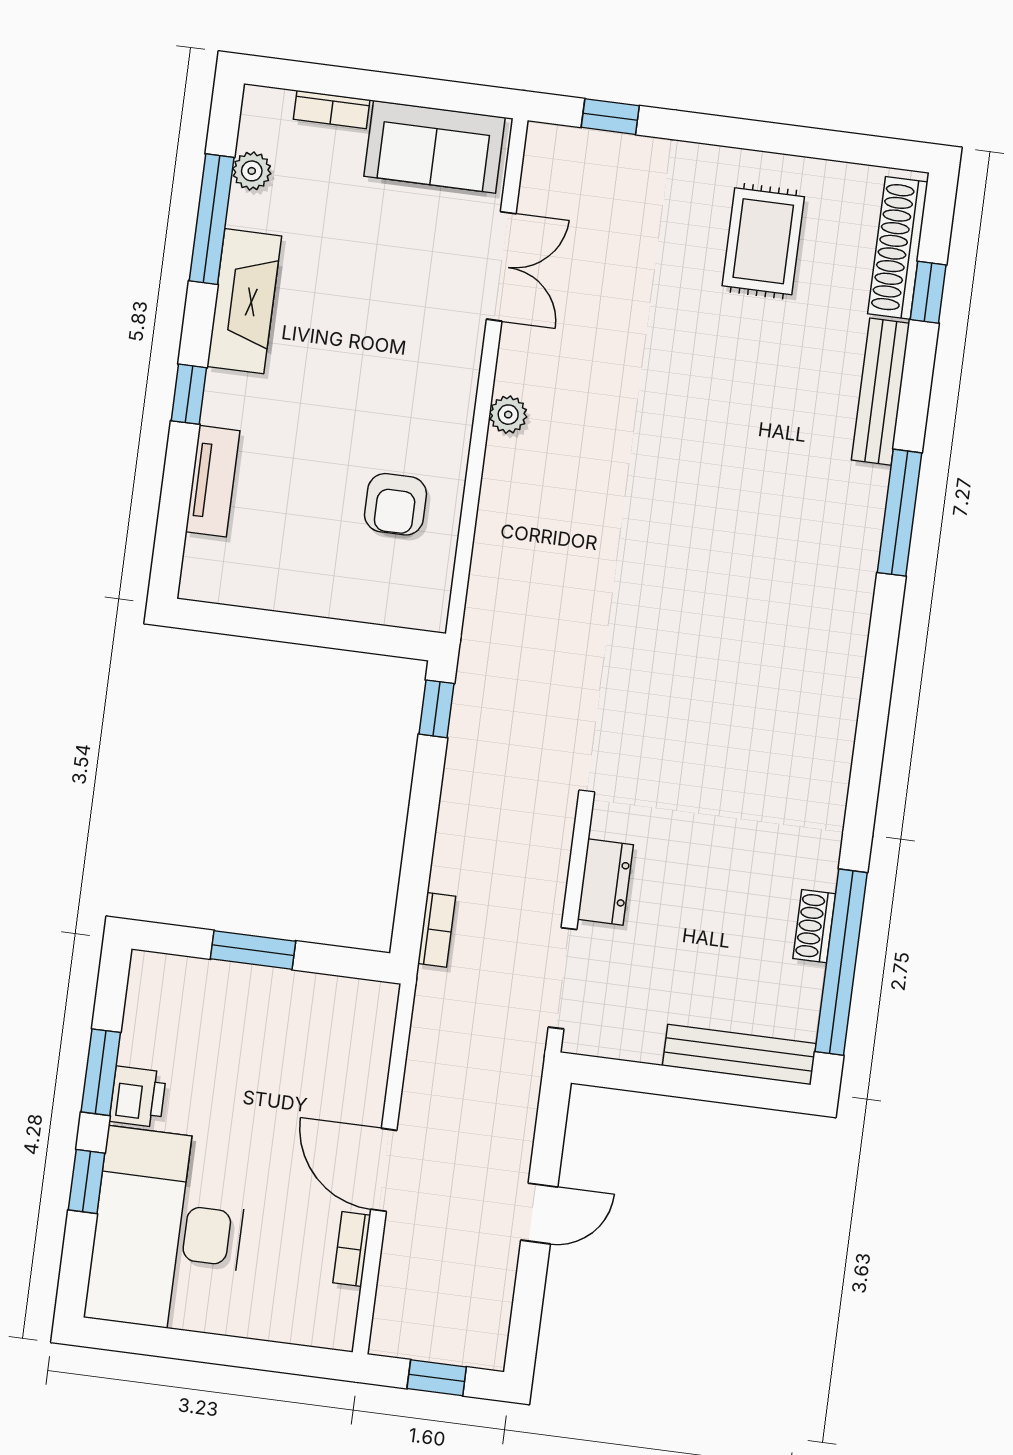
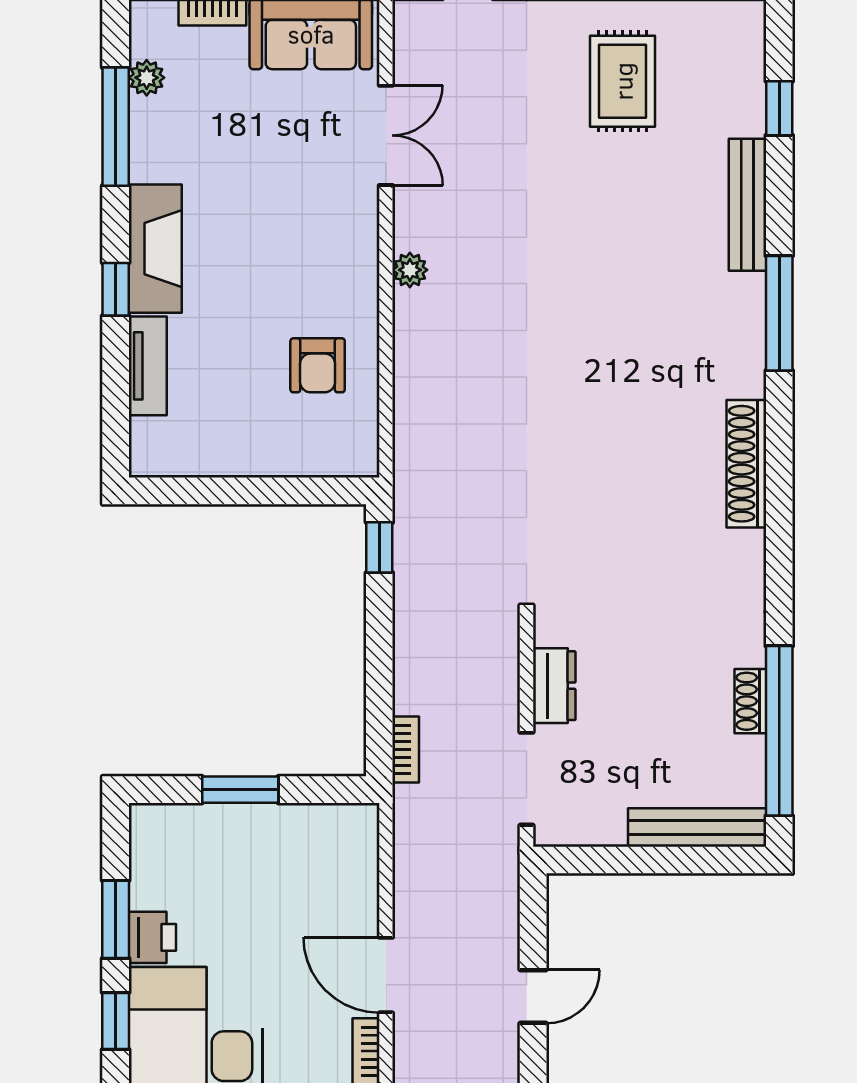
shoe rack: (898, 248) -> (746, 464), moved
fireplace: (244, 301) -> (155, 249), moved

